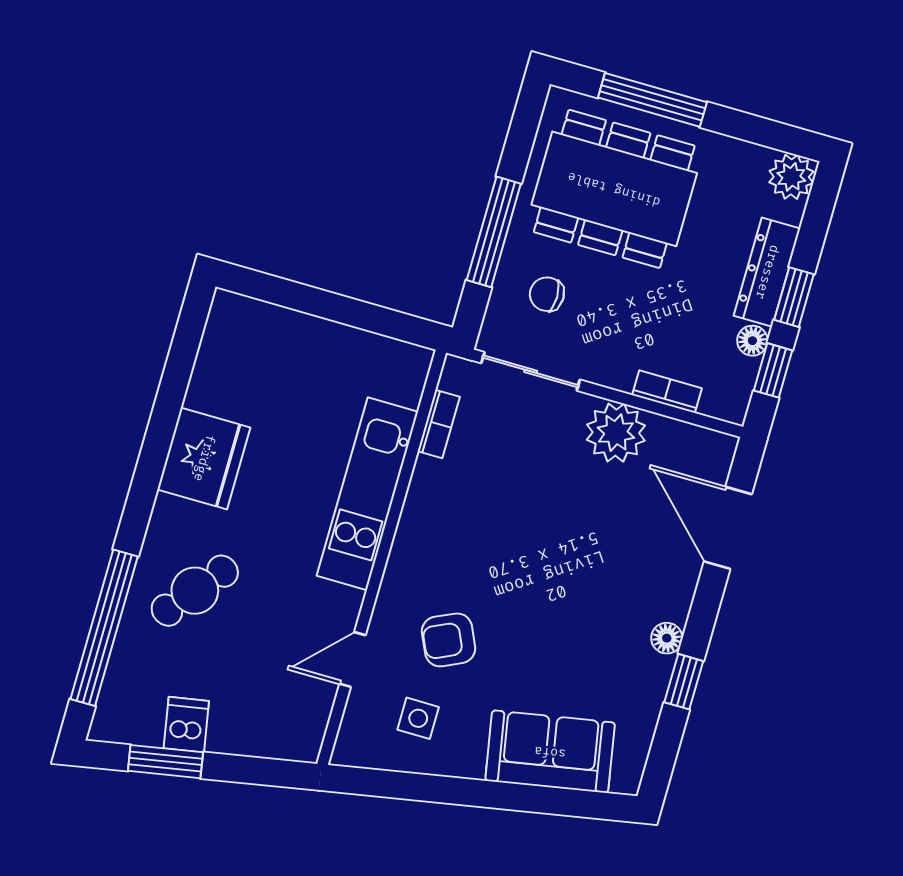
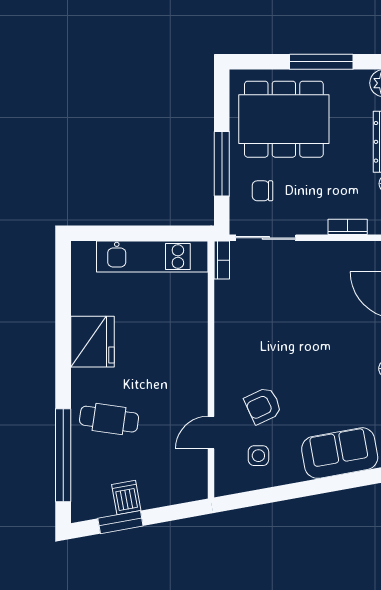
window: (652, 100) -> (321, 62), moved
bookcase: (439, 424) -> (222, 260), moved
plant: (616, 433) -> (325, 259), removed
kitchen unit: (367, 494) -> (152, 257), moved, turned -90
cafe table: (195, 591) -> (109, 419), turned 59

